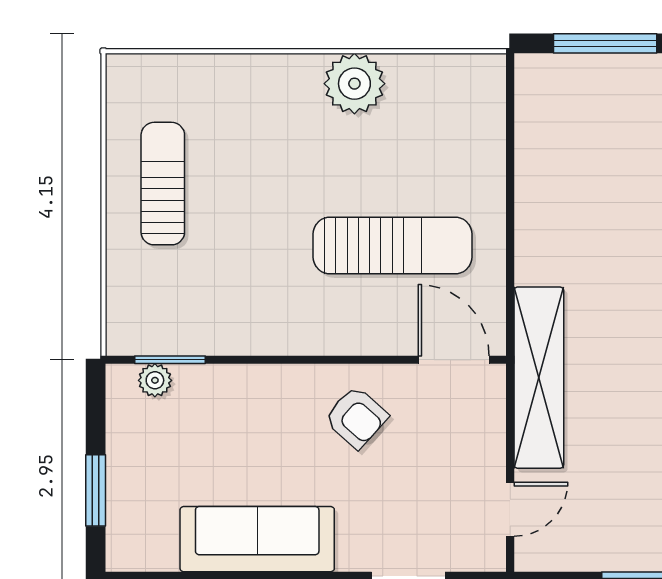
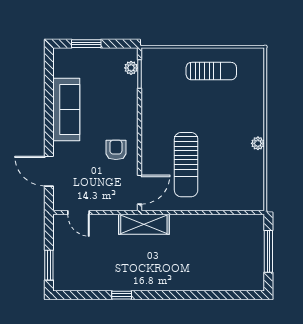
plant: (354, 84) -> (258, 143), width x0.53, depth x0.53
shelving: (539, 378) -> (144, 224), width x0.68
armchair: (356, 417) -> (116, 150), turned 138

